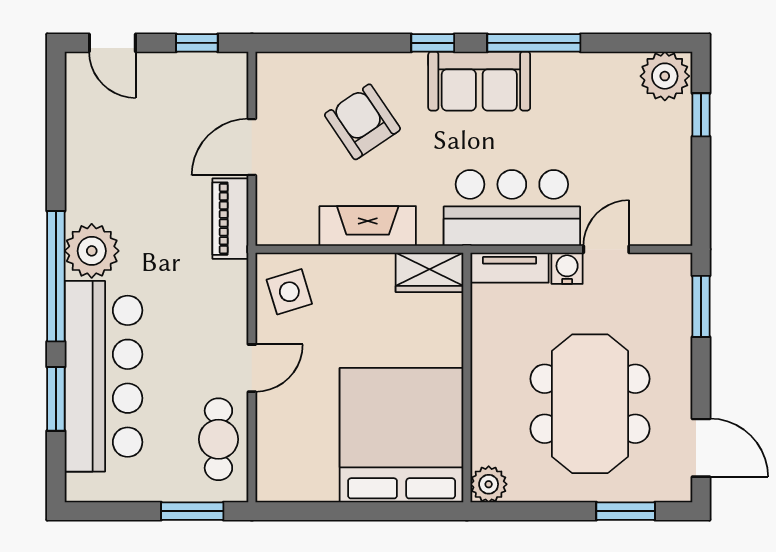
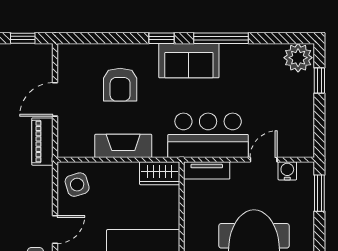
armchair: (362, 122) -> (120, 85), turned -146
water cooler: (567, 268) -> (287, 171), moved

